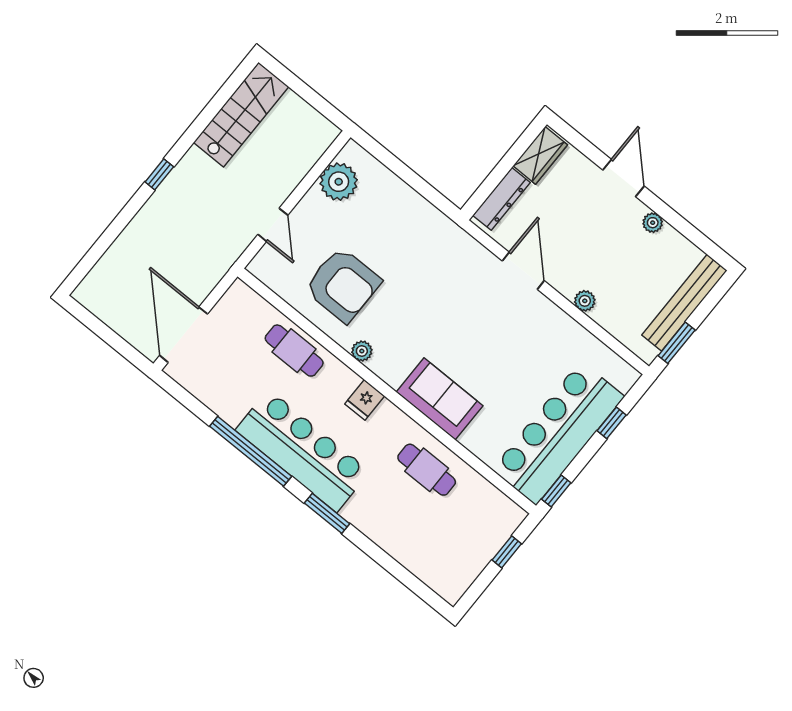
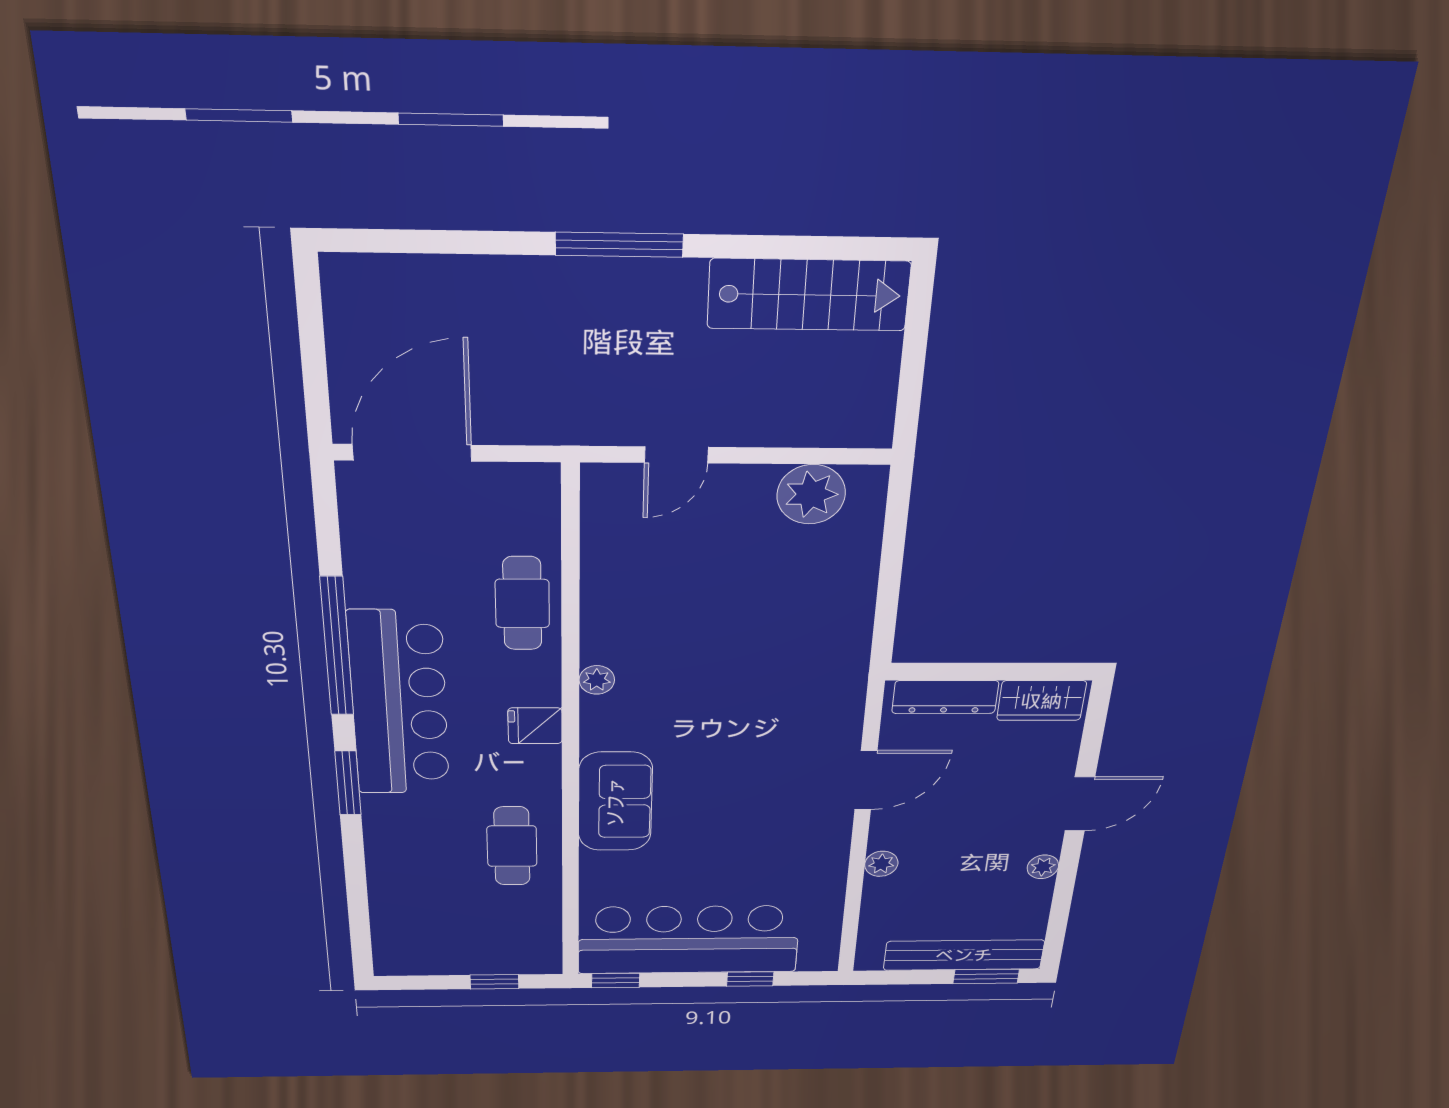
window: (159, 174) -> (619, 245), width x2.17
armchair: (343, 285) -> (667, 598), removed
window: (677, 343) -> (986, 976), moved

